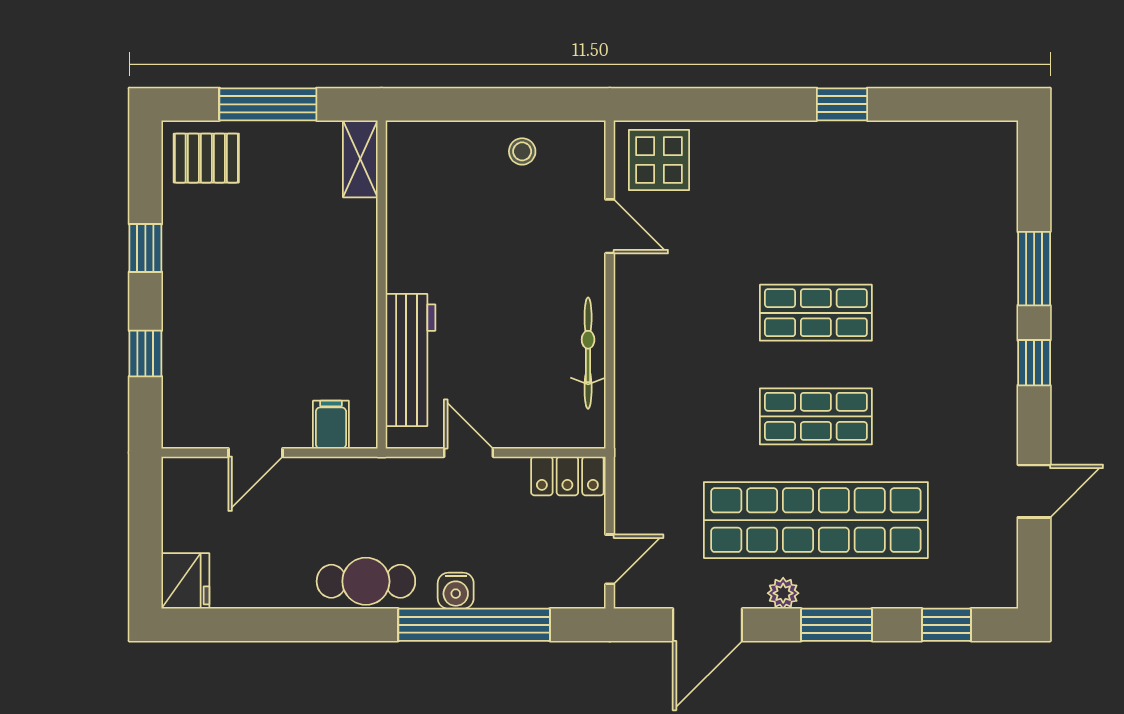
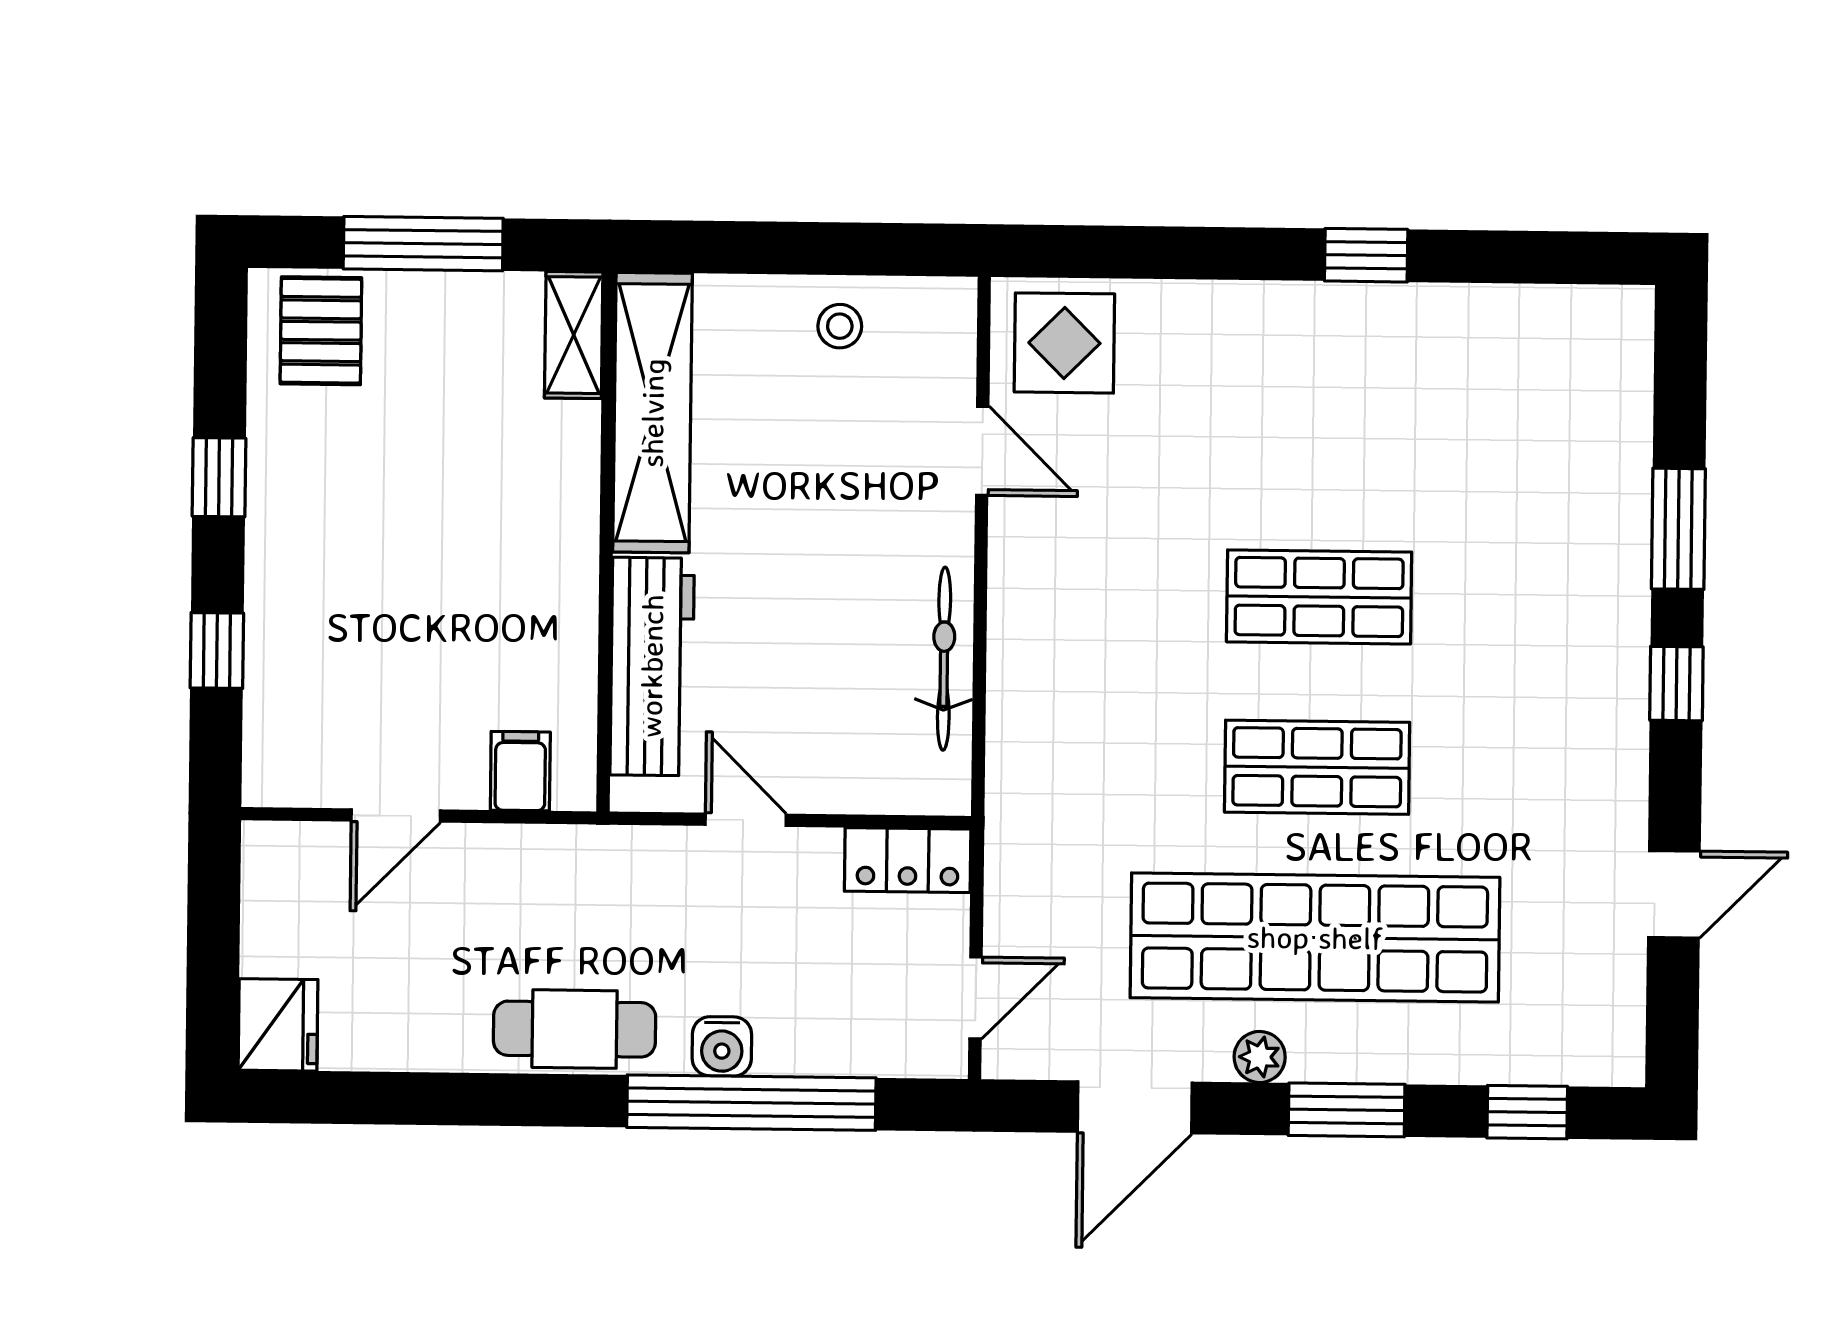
pallet: (206, 158) -> (321, 331), turned 90
shelving: (409, 205) -> (653, 413), added

